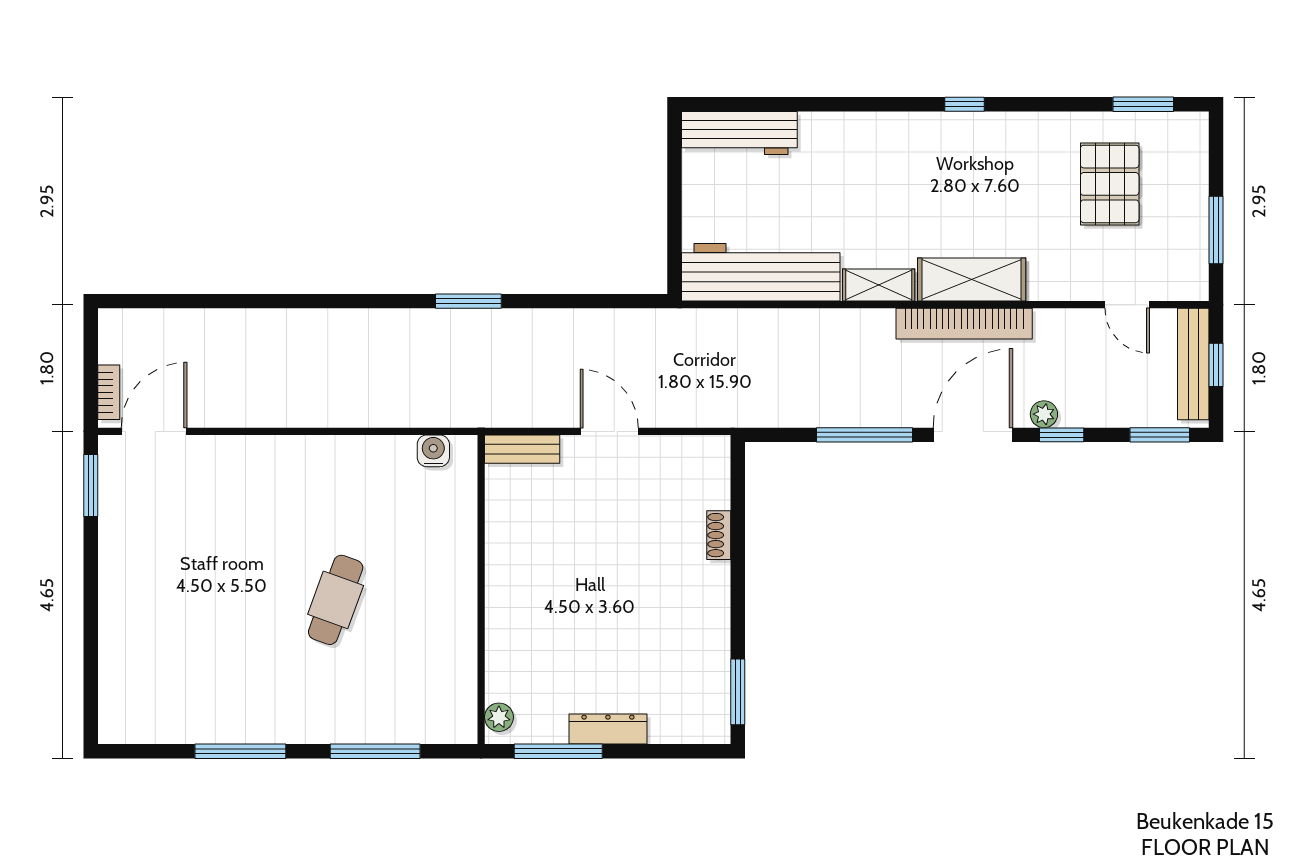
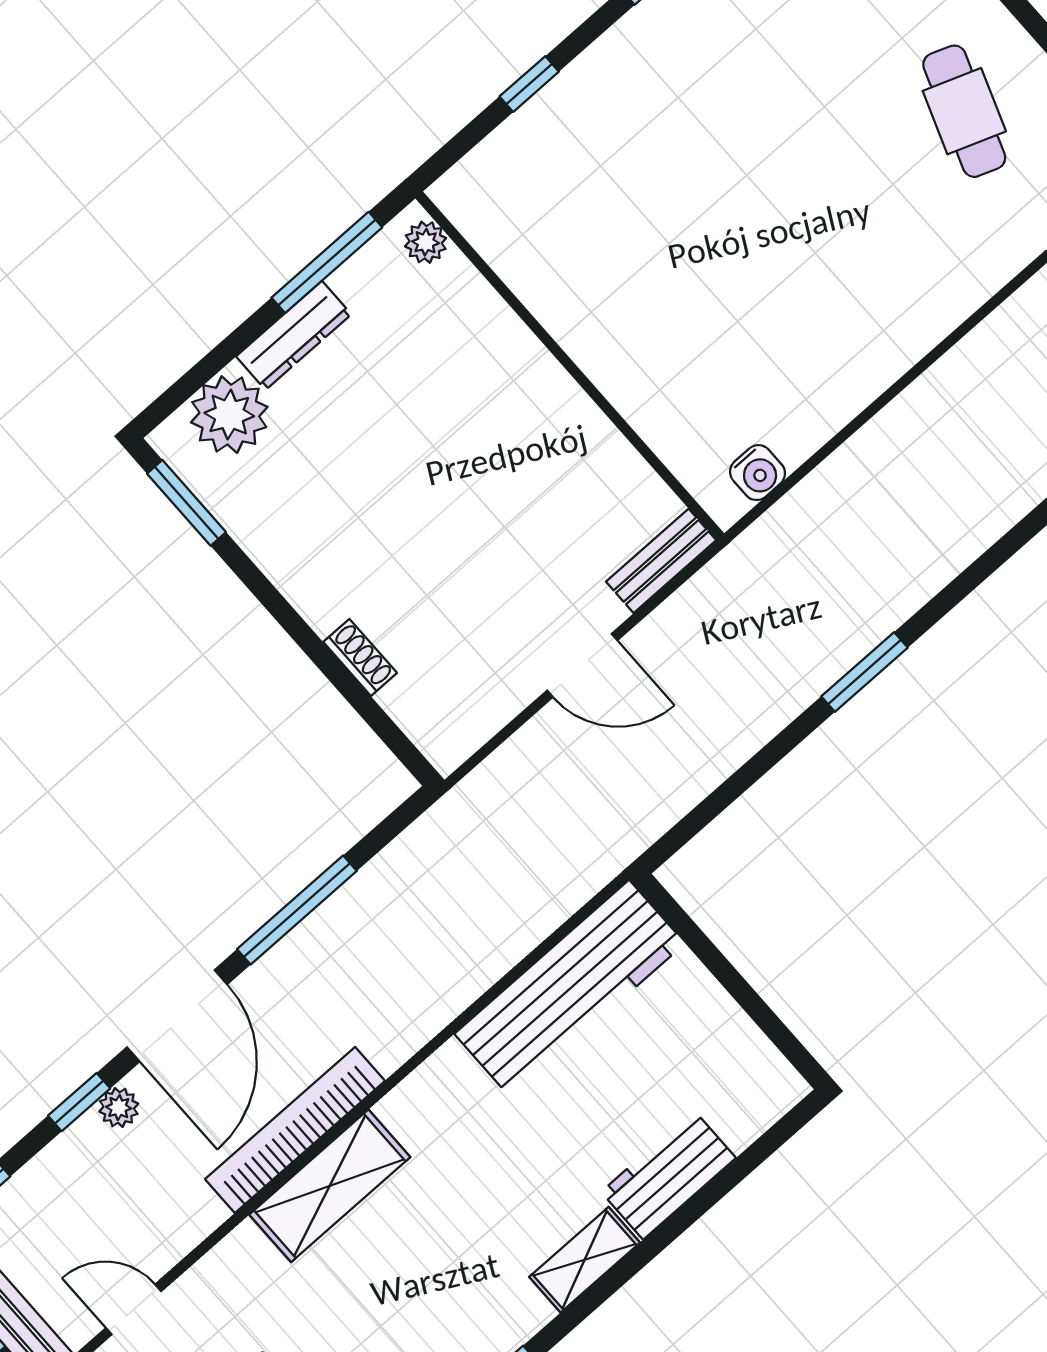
workbench: (739, 133) -> (668, 1175), moved, width x0.73
shelving: (879, 285) -> (585, 1260), moved
cafe table: (336, 600) -> (964, 111), moved
plant: (676, 718) -> (229, 415), added
window: (375, 751) -> (529, 84), width x0.46

